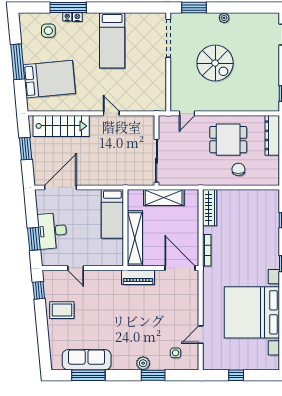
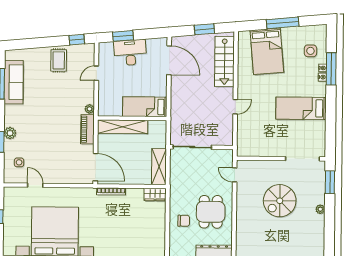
shelving: (164, 197) -> (159, 167), moved
wardrobe: (210, 208) -> (155, 195), width x0.67
door: (180, 268) -> (95, 167), hinge flipped
plant: (115, 275) -> (89, 109), added

